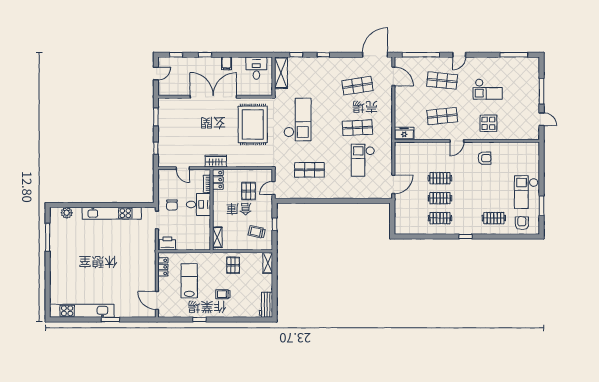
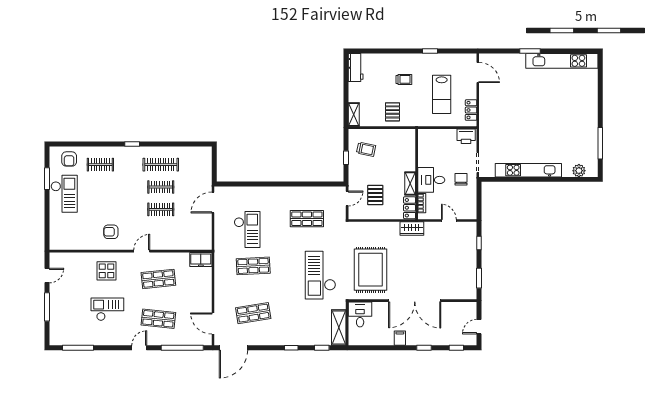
desk: (256, 68) -> (360, 314), moved, turned 180
door: (542, 119) -> (47, 275), swing flipped
clothes rail: (440, 218) -> (161, 165), width x1.36
shelving: (217, 237) -> (410, 184), moved

